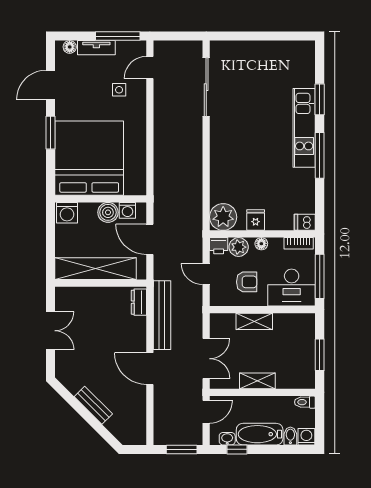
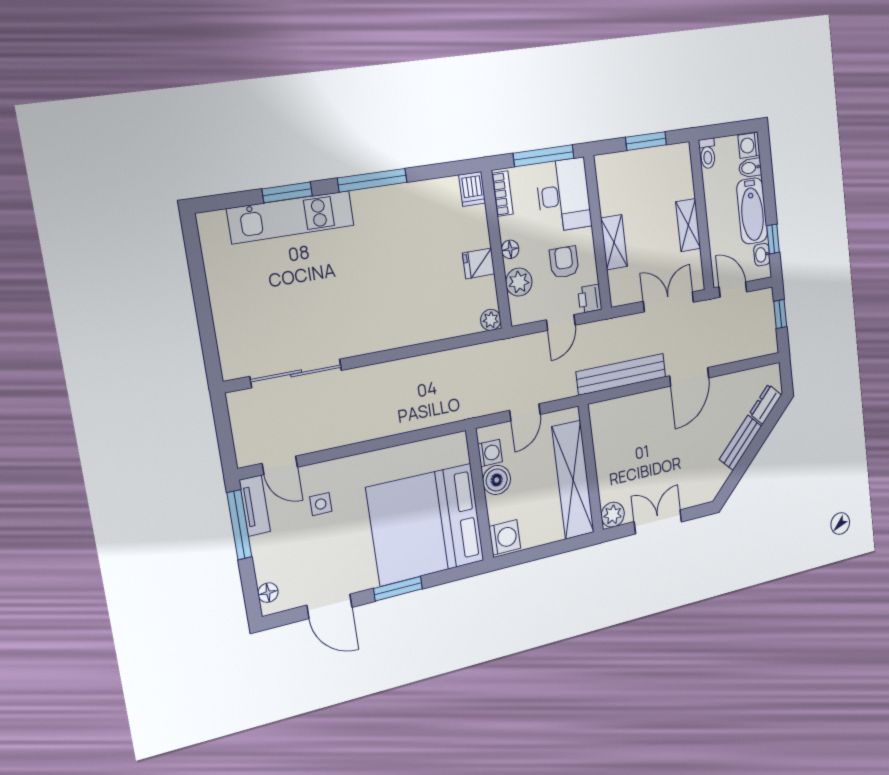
tv unit: (96, 48) -> (255, 506), moved
kitchen unit: (304, 128) -> (291, 217), moved
plant: (223, 217) -> (491, 320), width x0.53, depth x0.53
door: (150, 239) -> (525, 412), width x0.73
printer: (219, 246) -> (590, 299), moved, turned 180
plant: (64, 296) -> (613, 515), added
dresser: (139, 302) -> (766, 404), moved, turned 135
window: (182, 449) -> (780, 314), width x0.67

